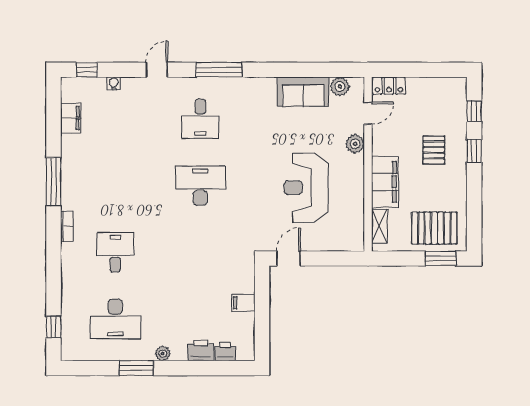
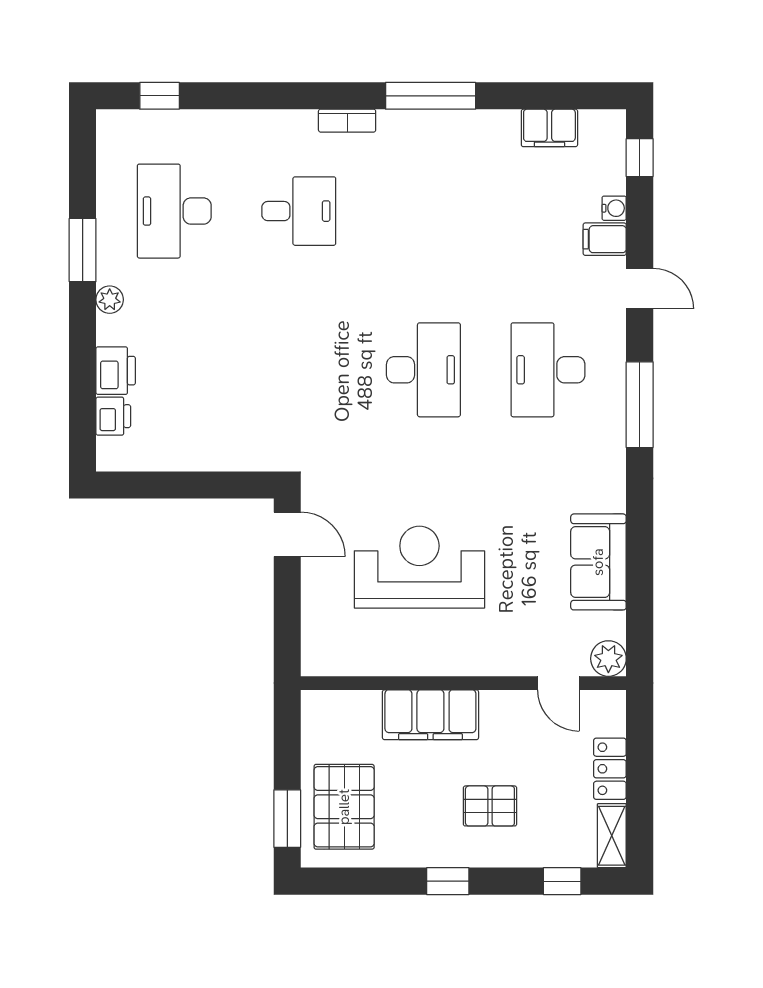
plant: (340, 86) -> (608, 659), moved
locker: (389, 86) -> (610, 769), moved
desk: (200, 119) -> (548, 370), width x1.37
plant: (355, 144) -> (501, 659), removed
window: (474, 151) -> (448, 881), moved
shelving: (379, 226) -> (612, 836), moved, turned 90
filing cabinet: (243, 303) -> (605, 239), moved, turned -90

